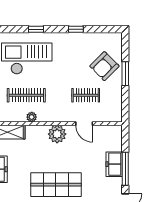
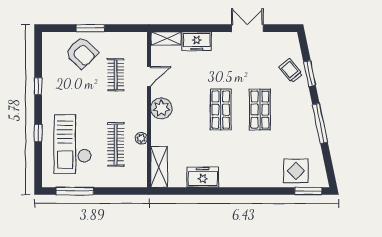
shelving: (117, 138) -> (166, 38), added
window: (125, 169) -> (202, 28), removed
shop shelf: (56, 185) -> (221, 110), width x0.70, depth x0.74

